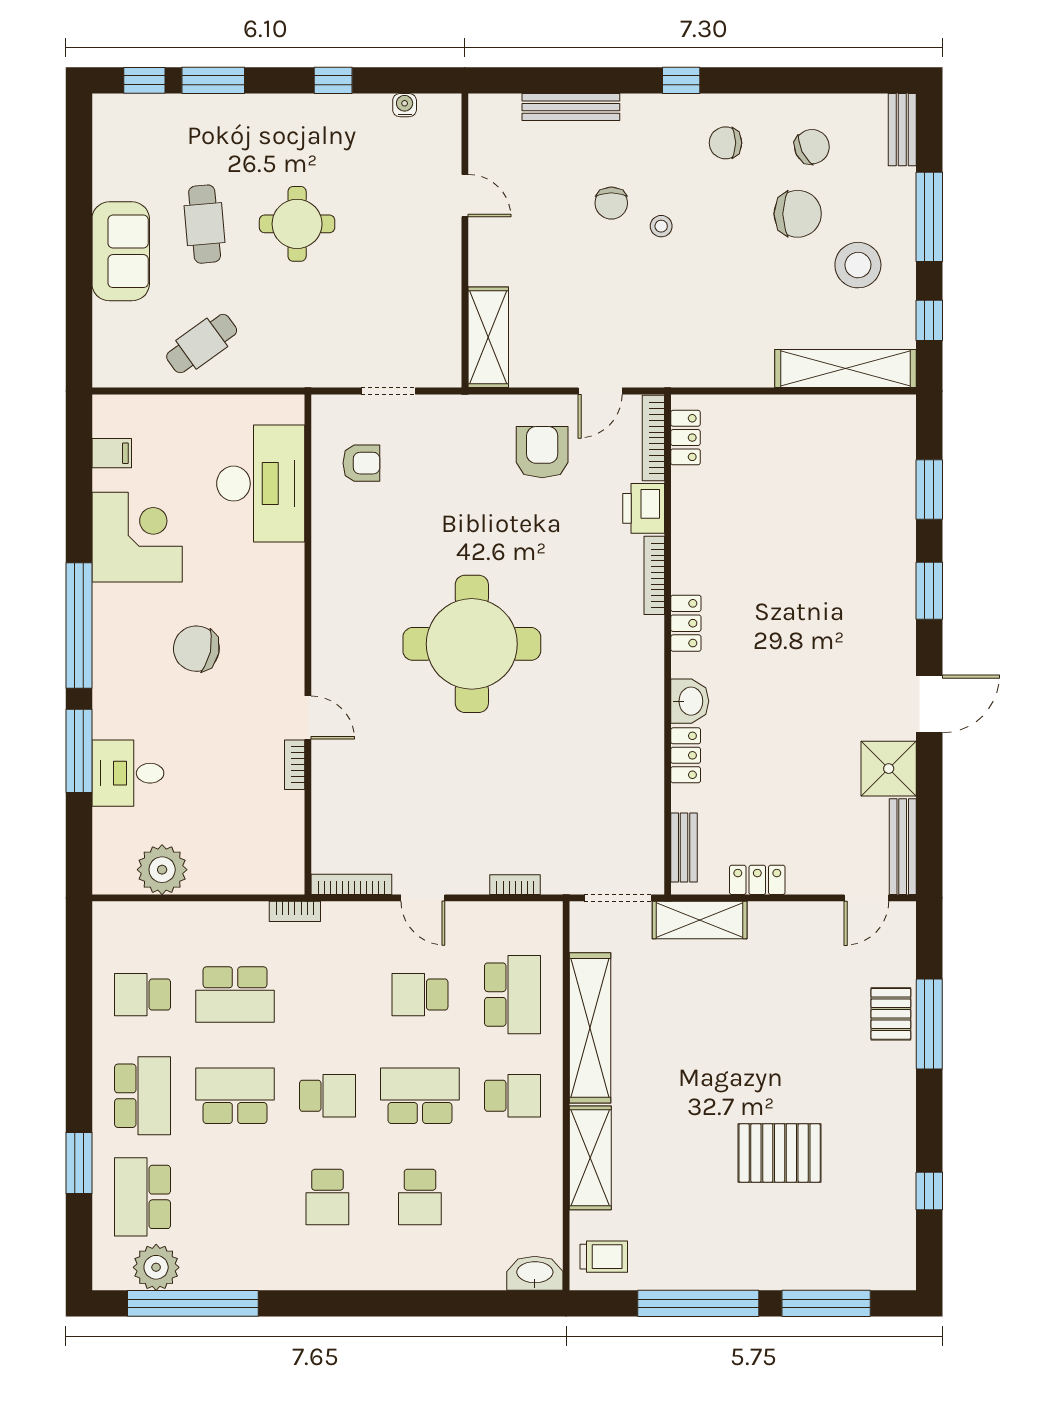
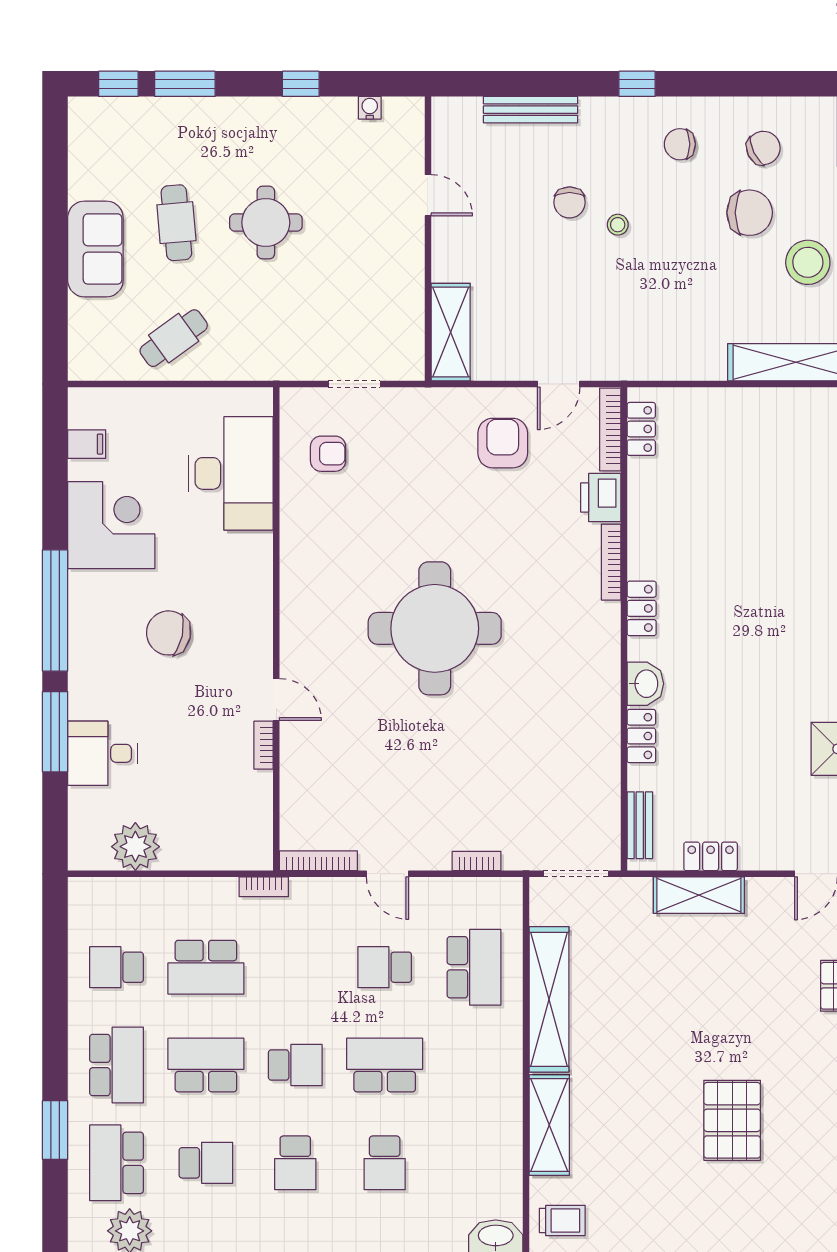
shelving: (700, 920) -> (699, 895), moved
school desk: (512, 1096) -> (206, 1163), moved
pallet: (780, 1153) -> (732, 1120), turned 90

